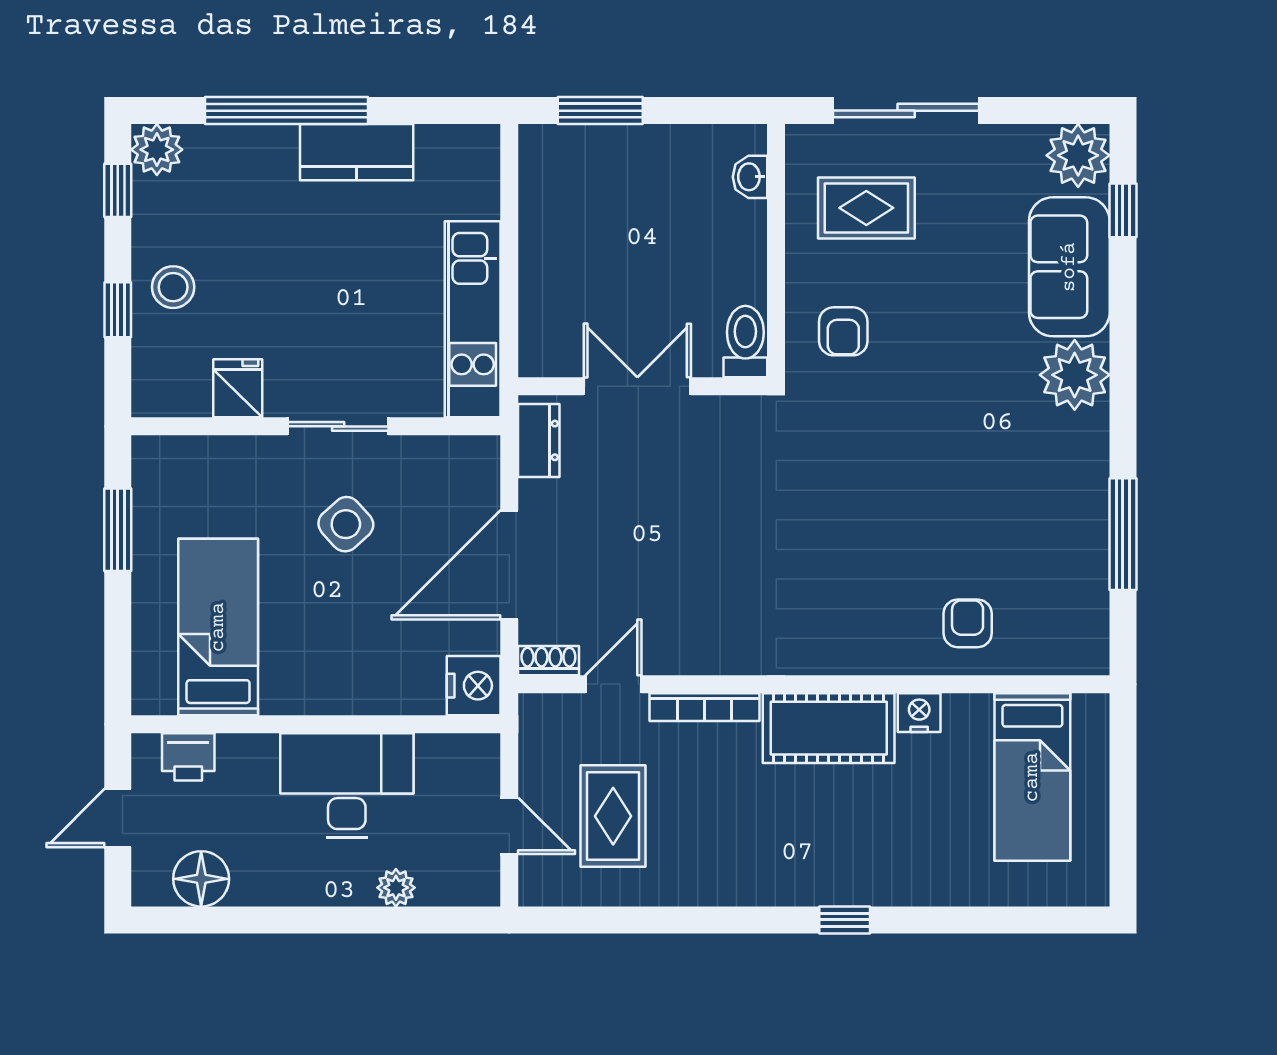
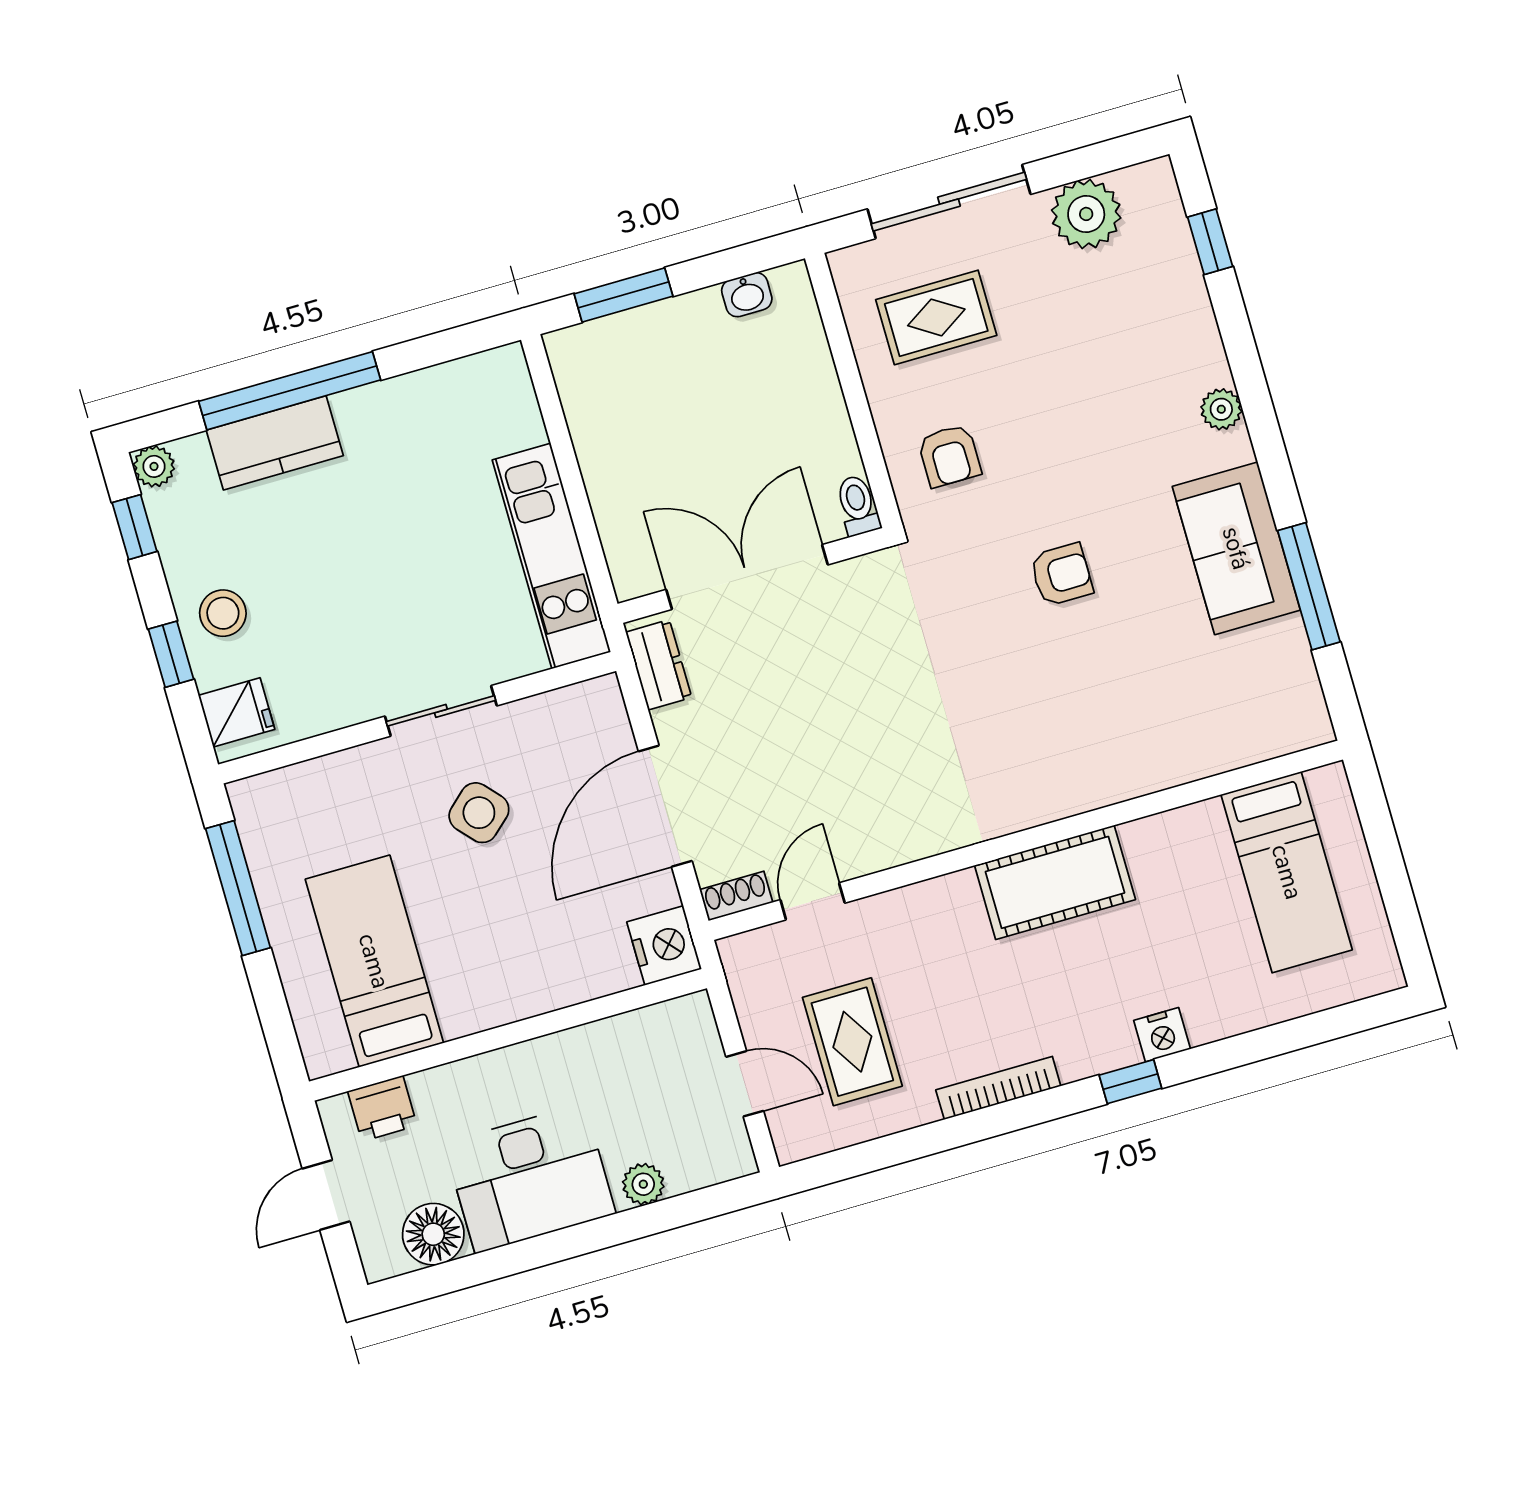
plant: (157, 150) -> (154, 466), width x0.73, depth x0.73
kitchen counter: (357, 152) -> (275, 443), moved
plant: (1078, 155) -> (1086, 214), moved
washbasin: (750, 177) -> (747, 295), moved, turned -90
sofa: (1069, 267) -> (1236, 548), moved
toilet: (745, 342) -> (858, 505), width x0.73, depth x0.72
plant: (1075, 375) -> (1221, 409), width x0.53, depth x0.53
double door: (637, 386) -> (747, 577), width x1.37
fridge: (238, 388) -> (237, 712), moved, turned 90
window: (118, 530) -> (238, 888), width x1.44
armchair: (968, 623) -> (1061, 575), moved, turned 90
bookcase: (705, 707) -> (998, 1088), moved, turned 180
nightstand: (919, 713) -> (1162, 1035), moved, turned 180
desk: (347, 785) -> (530, 1178), moved, turned 180

